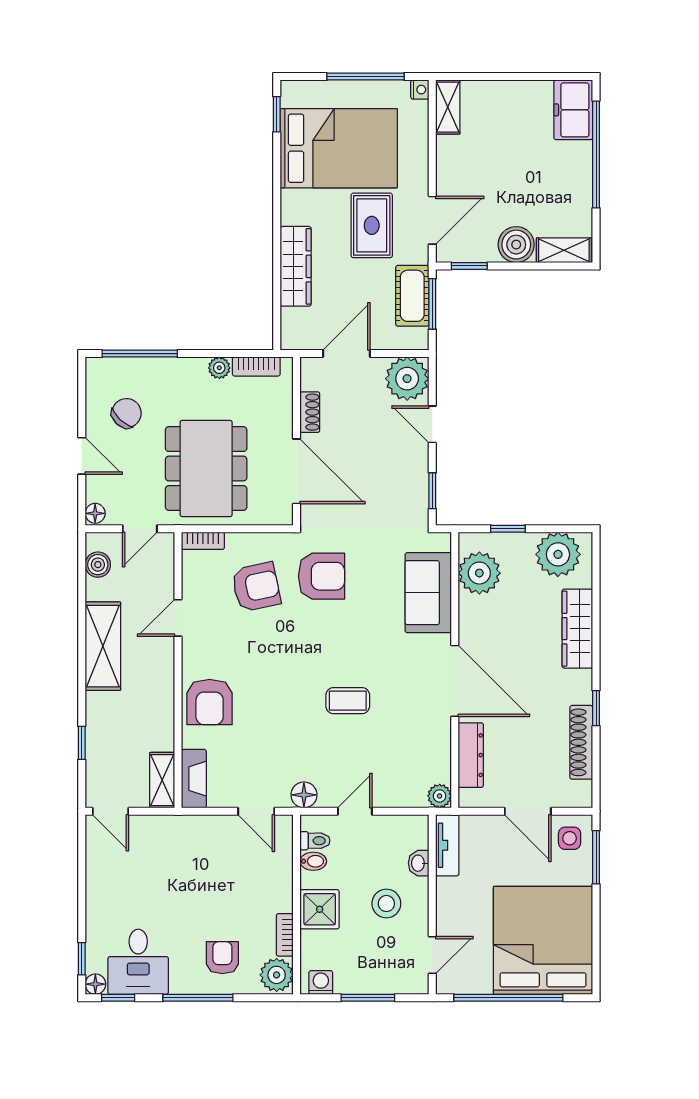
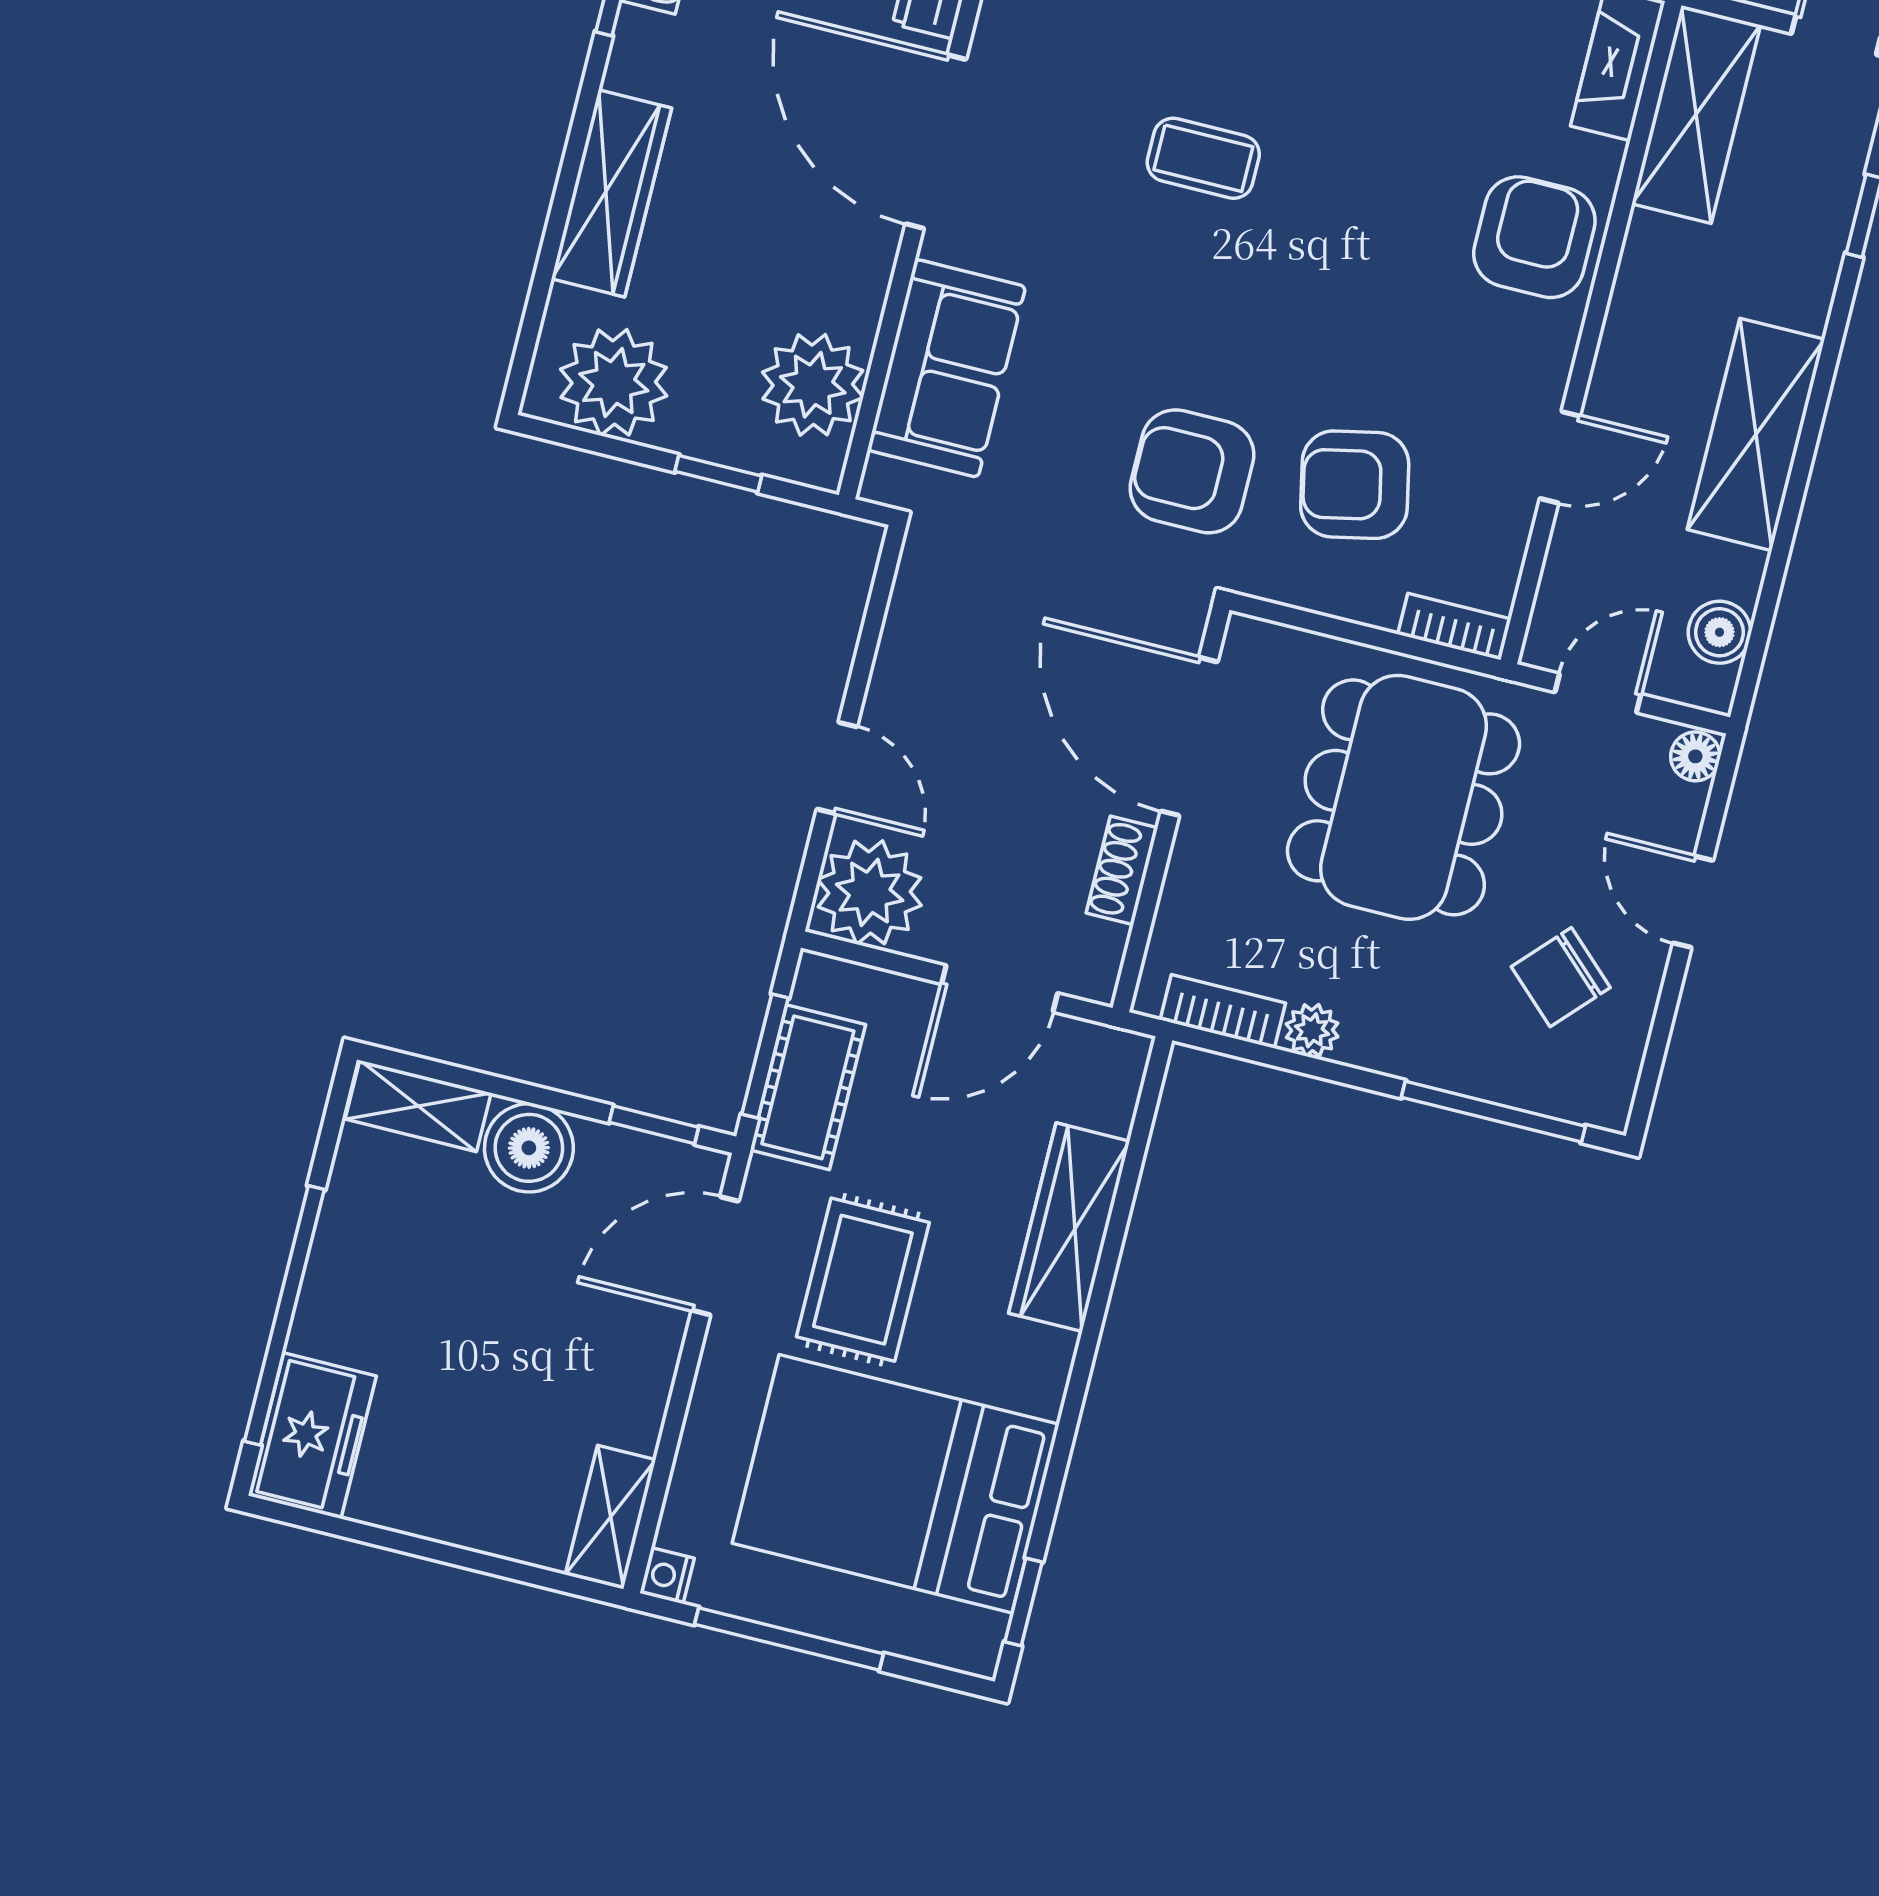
window: (432, 491) -> (876, 610), removed
shelving: (162, 780) -> (1696, 114), width x1.50, depth x1.33

